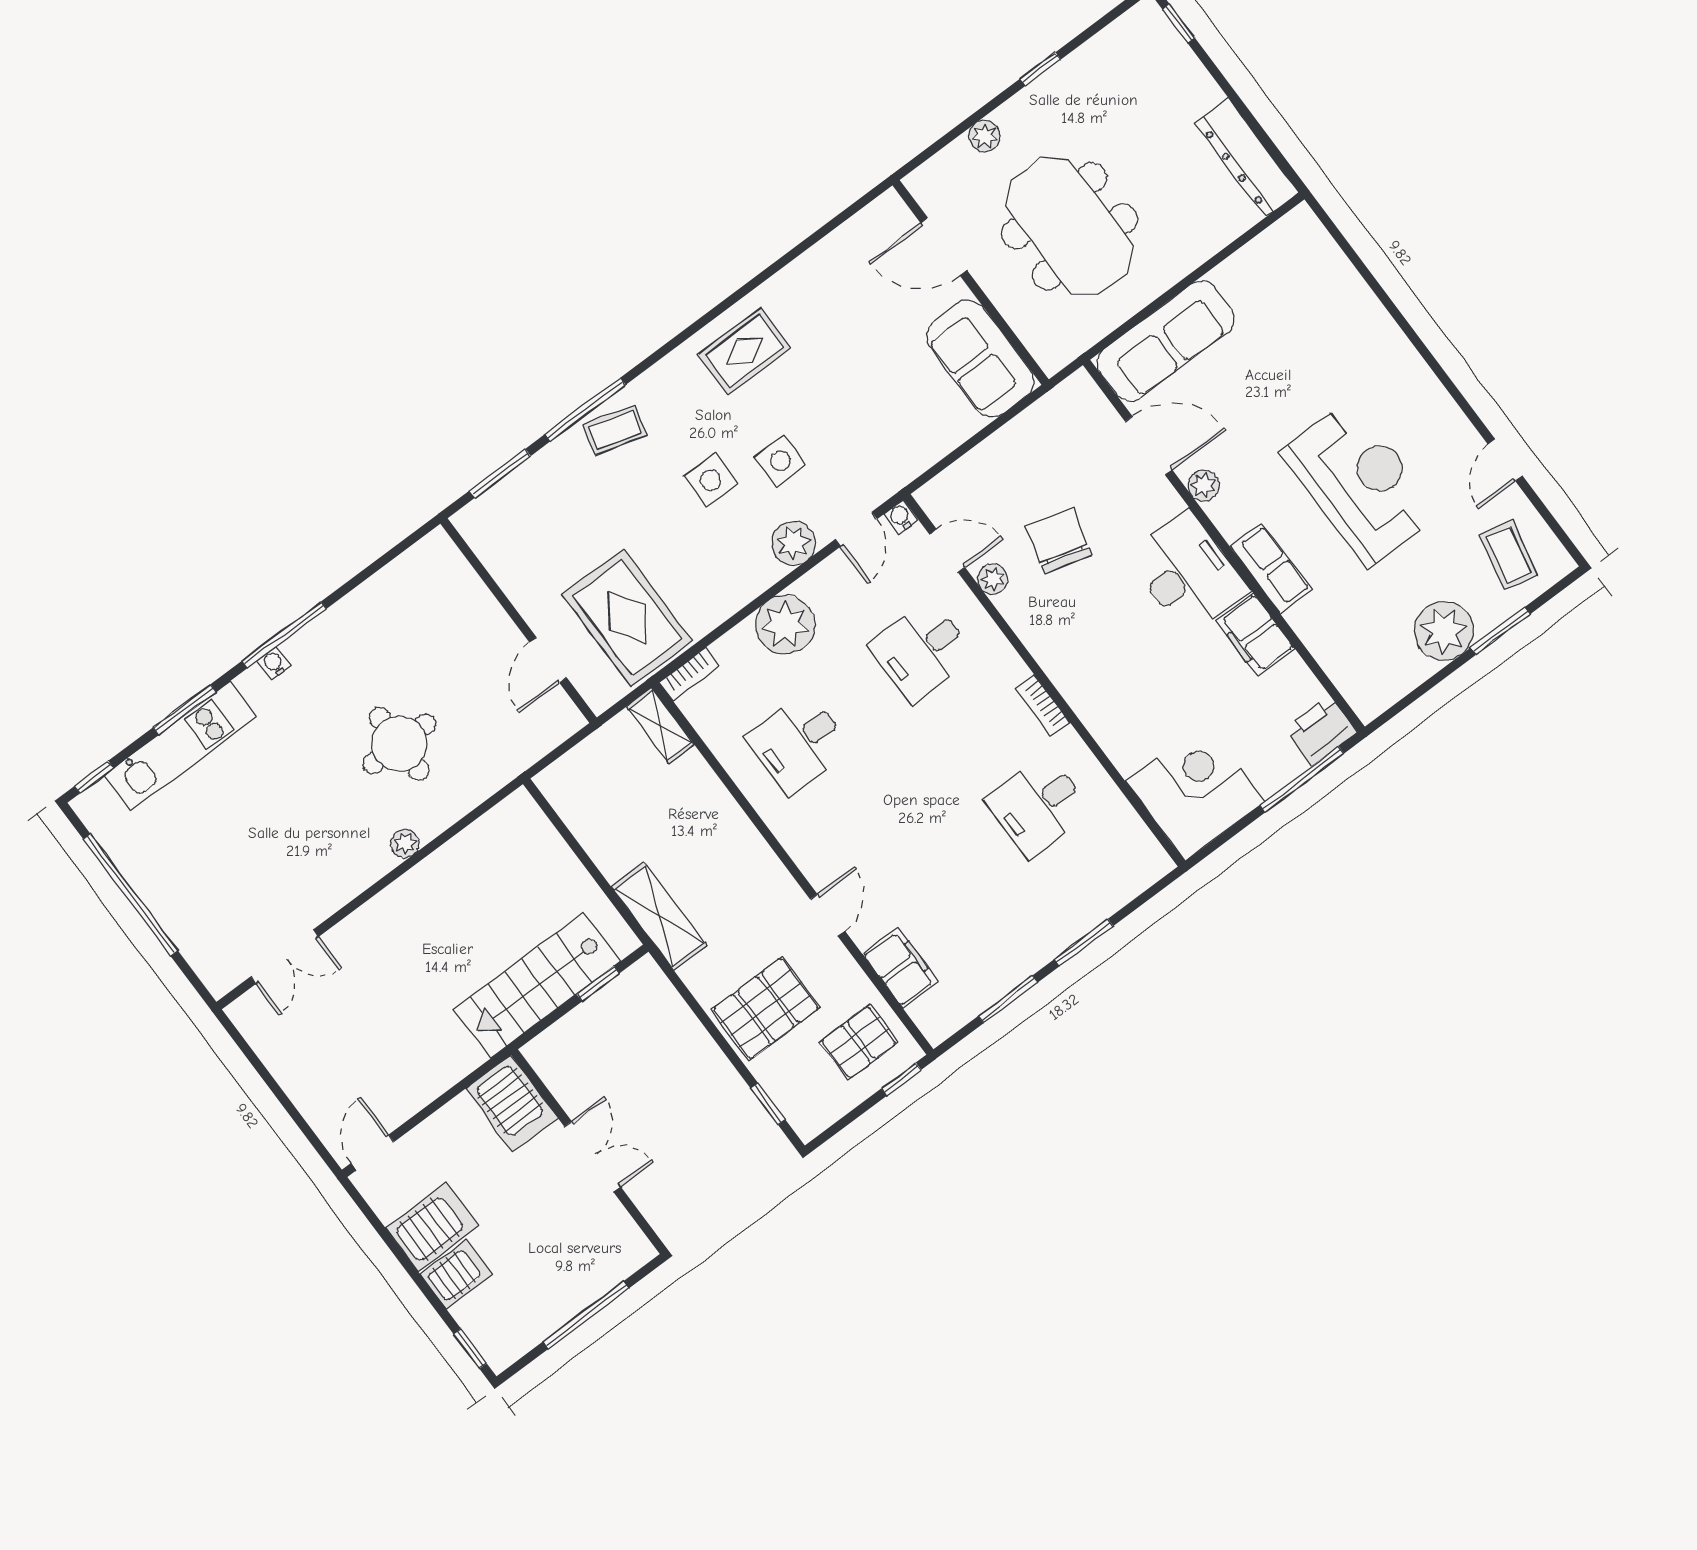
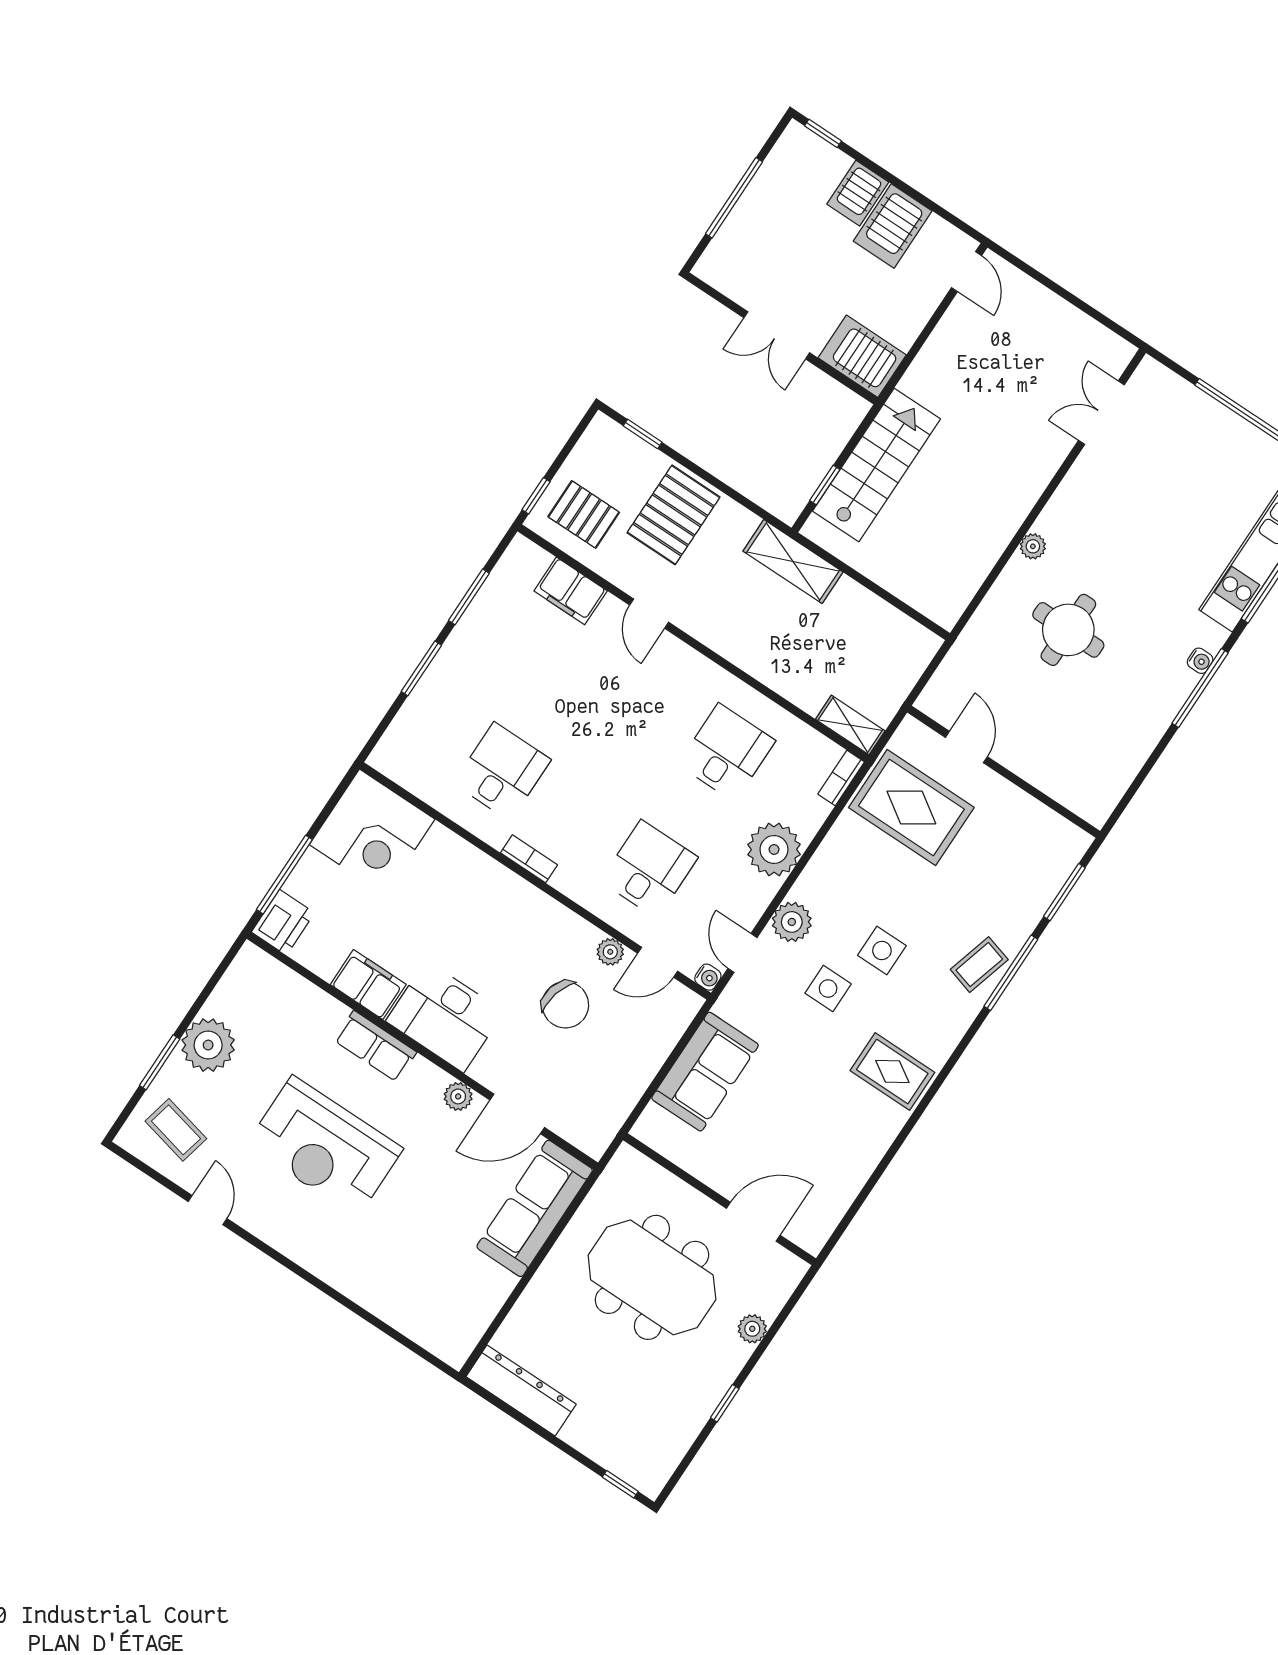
rug: (744, 351) -> (892, 1072), turned 90
sofa: (980, 359) -> (705, 1072), moved, turned 90
pallet: (859, 1042) -> (584, 514), turned 90

